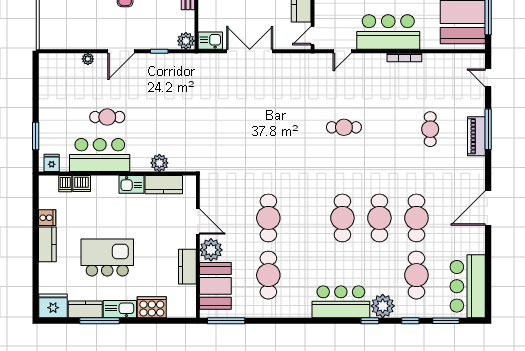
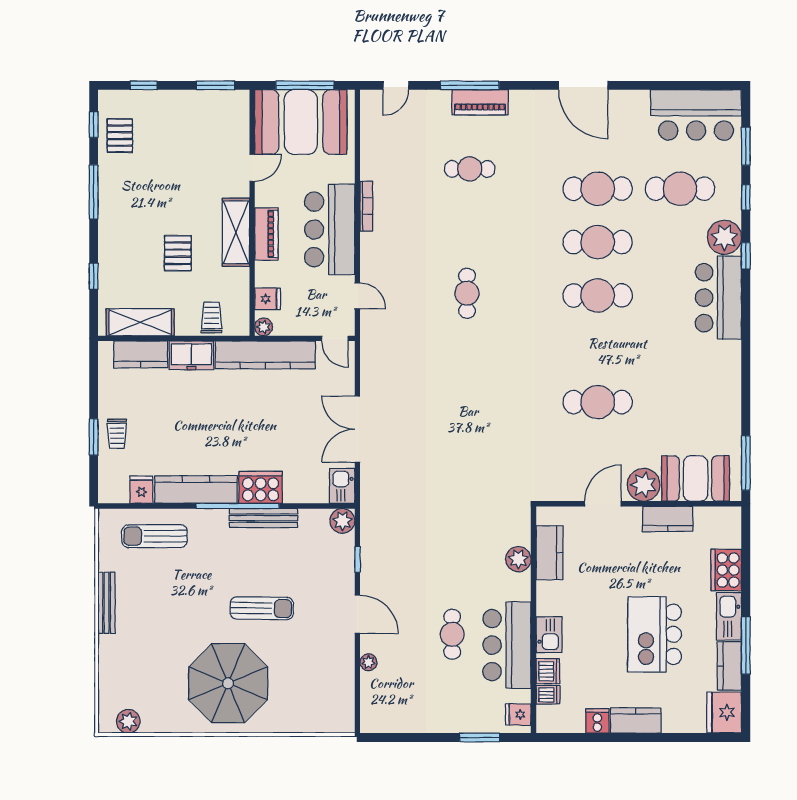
kitchen sink: (132, 184) -> (549, 635), moved
cafe table: (268, 275) -> (680, 402), removed

